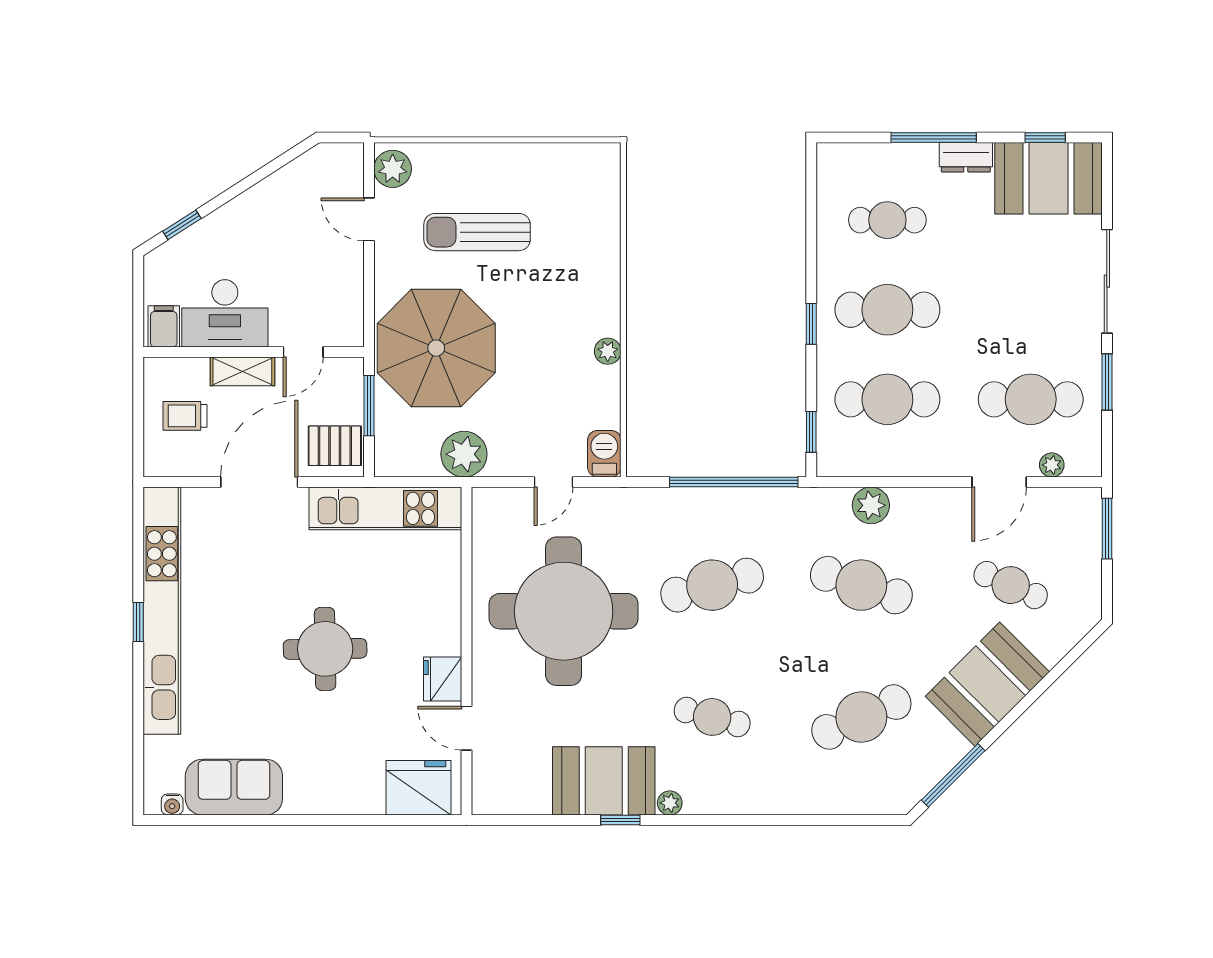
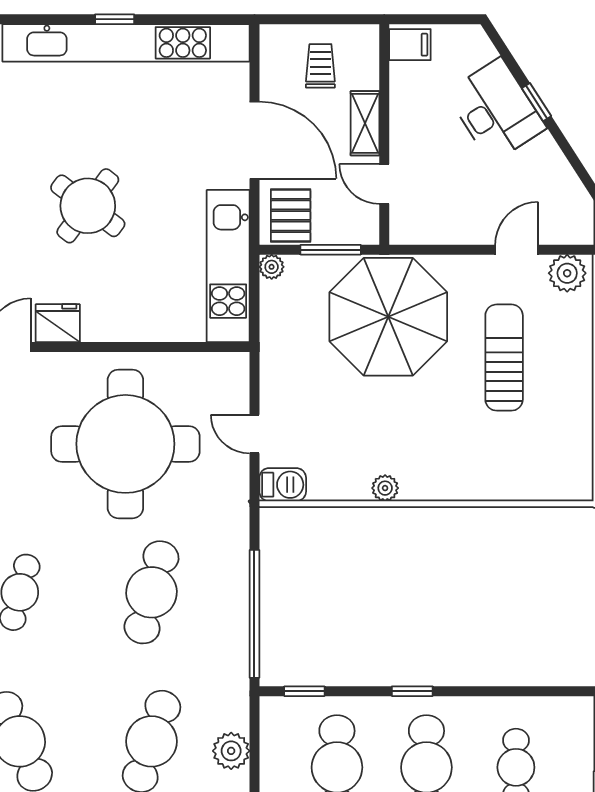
window: (182, 225) -> (536, 102), moved
desk: (225, 313) -> (496, 110), moved, turned 147
plant: (464, 454) -> (272, 267), moved, width x0.53, depth x0.53
cafe table: (712, 585) -> (151, 592), turned 30
round table: (325, 649) -> (88, 206), turned 38

